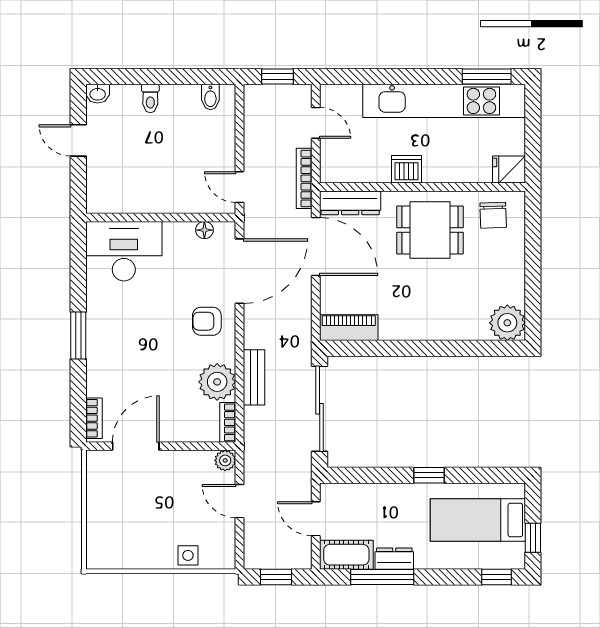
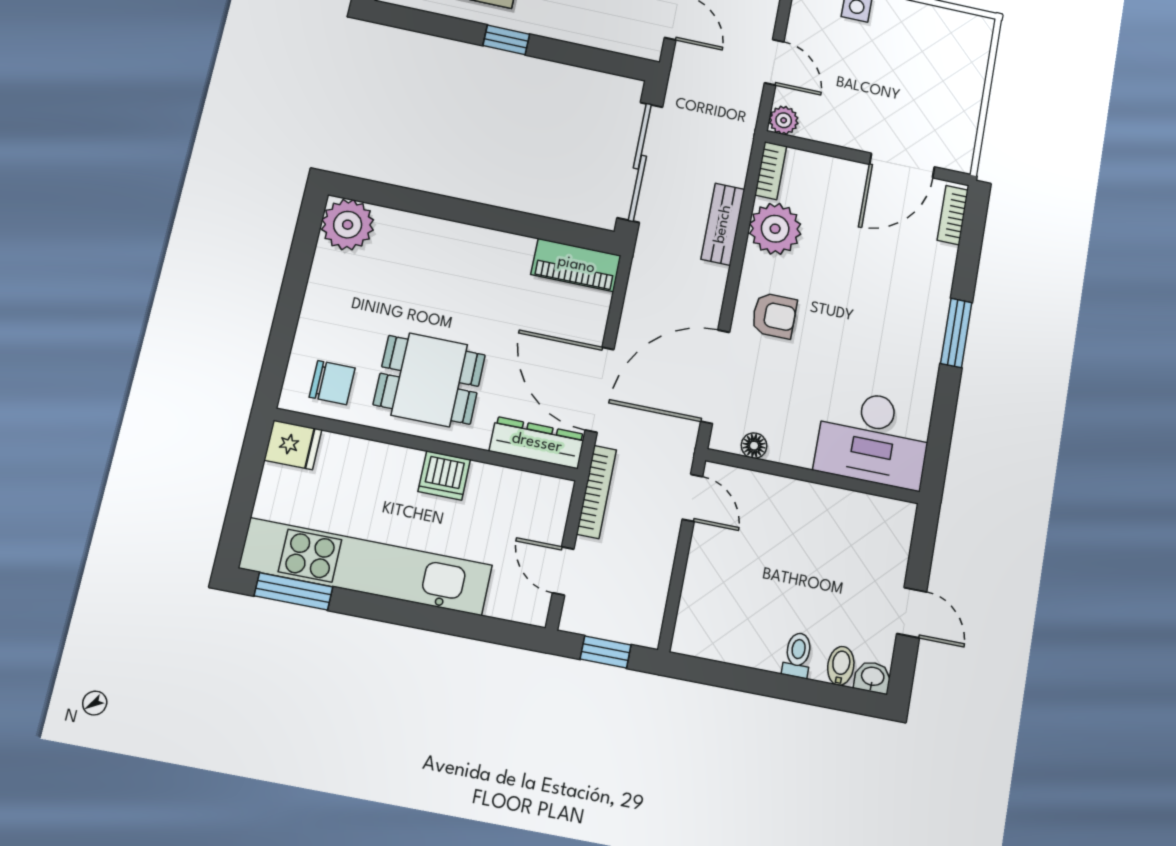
bidet: (210, 97) -> (841, 666), moved
chair: (493, 215) -> (332, 383), turned 92

